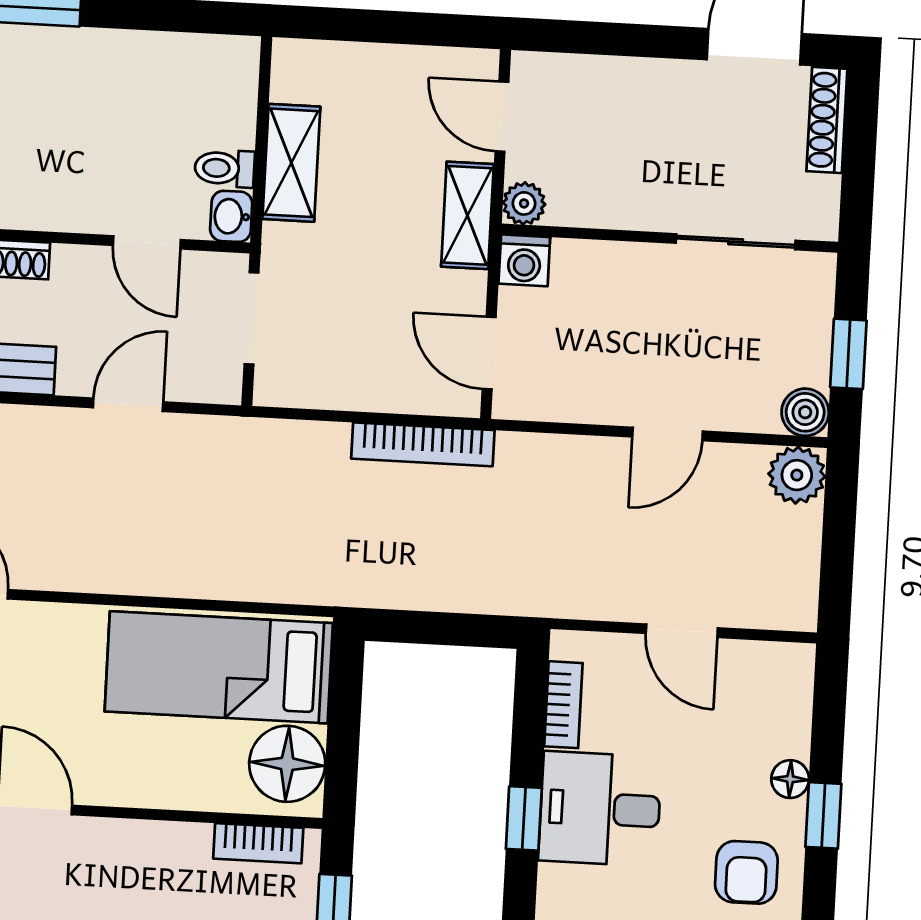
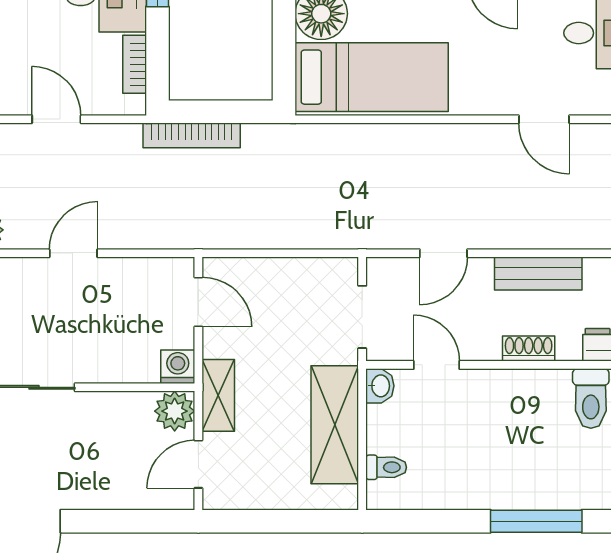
door: (502, 117) -> (198, 464), swing flipped
shelving: (291, 163) -> (335, 425), width x1.50, depth x1.33
toilet: (225, 168) -> (386, 467), moved
plant: (524, 203) -> (175, 411), width x1.38, depth x1.38
bookcase: (423, 444) -> (192, 135), moved, turned 180

